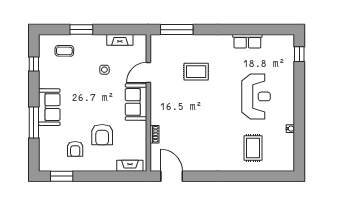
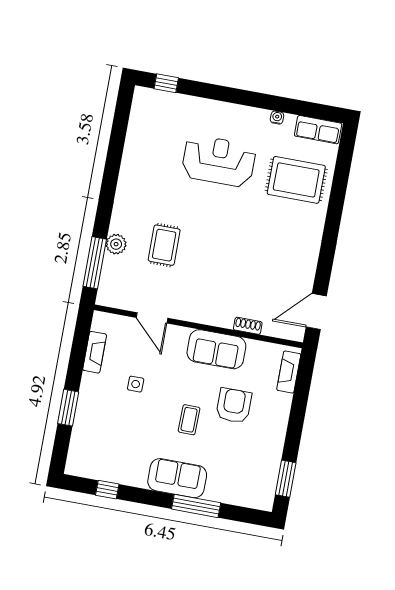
plant: (191, 41) -> (116, 244), added
row of seats: (247, 41) -> (318, 130), moved, turned 90
coffee table: (64, 51) -> (189, 420), moved
sofa: (136, 102) -> (216, 349), moved
armchair: (102, 135) -> (234, 406), turned -90
rug: (253, 148) -> (296, 180), width x1.36, depth x1.43
armchair: (75, 149) -> (248, 450), removed

